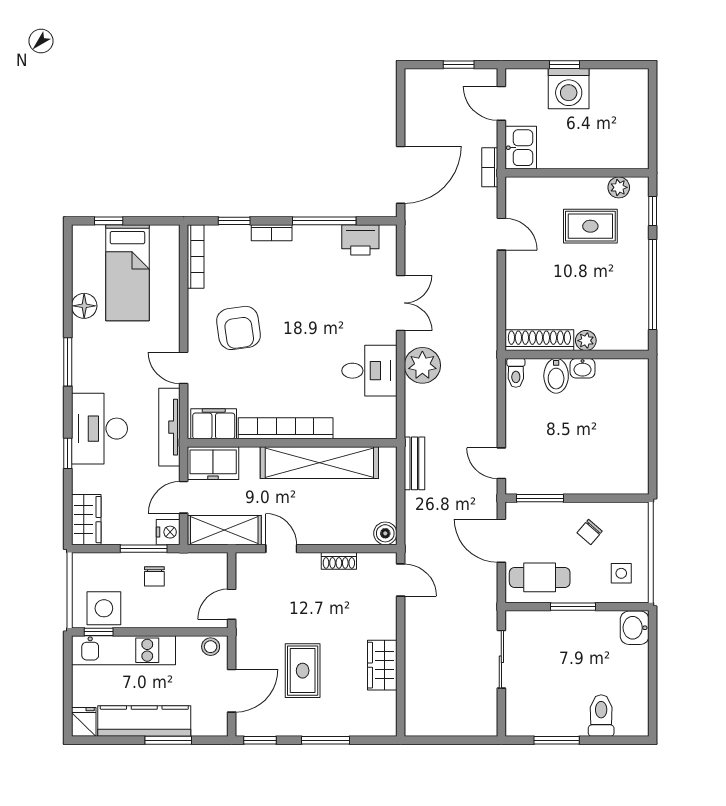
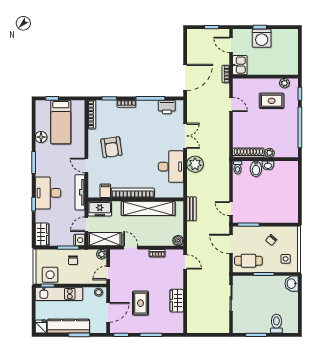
desk: (369, 371) -> (171, 167), width x1.37
filing cabinet: (214, 424) -> (105, 191), width x0.50
plant: (217, 563) -> (102, 254), added

